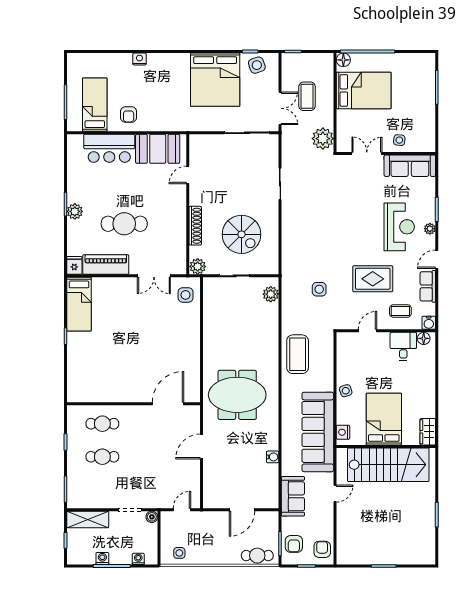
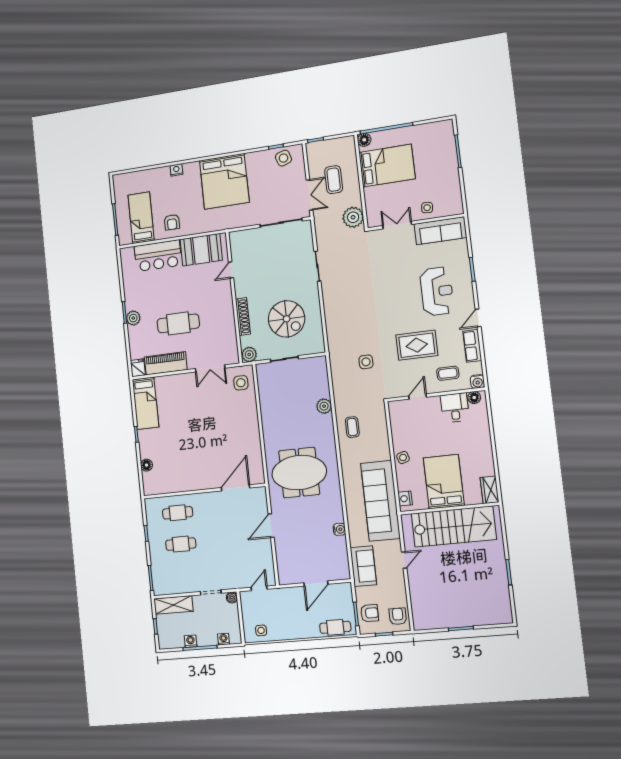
bed: (215, 80) -> (224, 181), moved
plant: (430, 229) -> (467, 289), removed
plant: (271, 294) -> (324, 406), moved
coffee table: (298, 354) -> (352, 427), width x0.54, depth x0.58
floor lamp: (73, 370) -> (147, 465), added
armchair: (294, 544) -> (369, 613), turned -90

